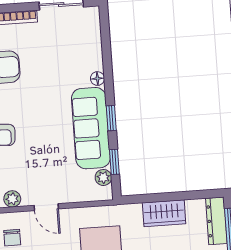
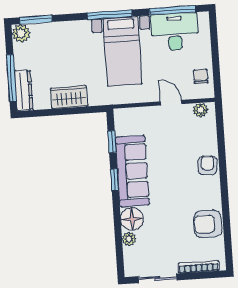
floor lamp: (97, 79) -> (132, 219), width x1.89, depth x1.89
plant: (103, 177) -> (129, 239), moved

